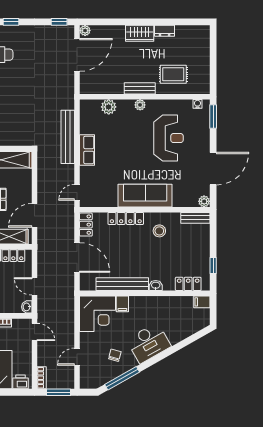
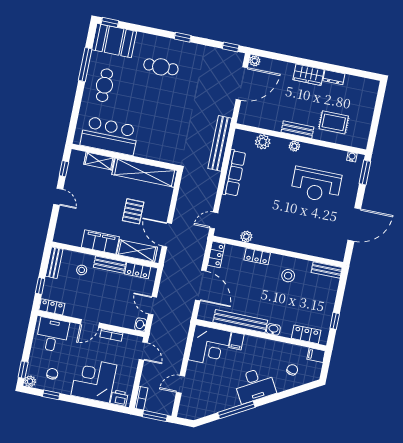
bench: (68, 137) -> (220, 143), moved
reception desk: (169, 138) -> (316, 185), turned 90
row of seats: (87, 150) -> (234, 173), width x1.48
sofa: (145, 196) -> (281, 238), removed
plant: (204, 201) -> (246, 236), moved
door: (35, 215) -> (167, 235), hinge flipped
locker: (126, 218) -> (257, 256), width x0.66
chair: (115, 355) -> (292, 370), moved
window: (122, 378) -> (236, 410), moved

